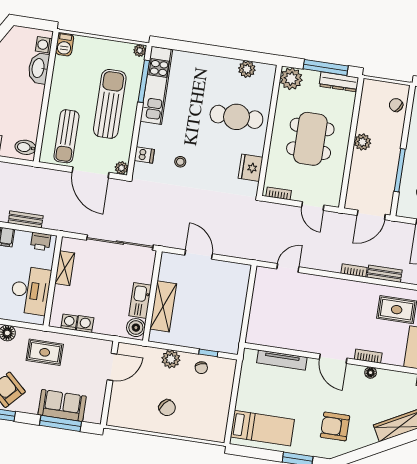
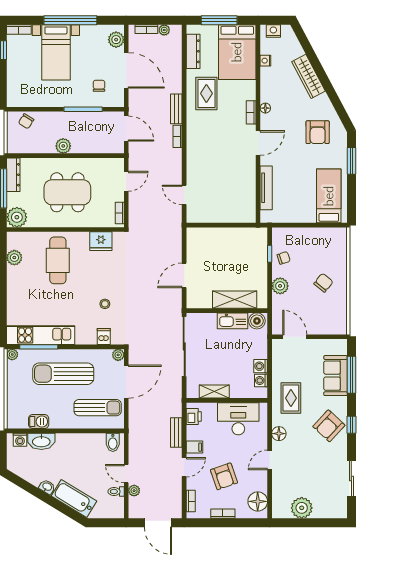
barbecue: (65, 44) -> (39, 422), moved

